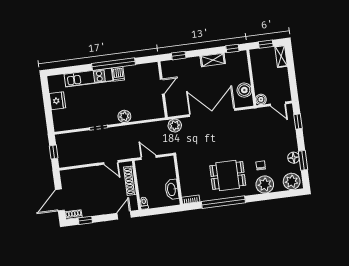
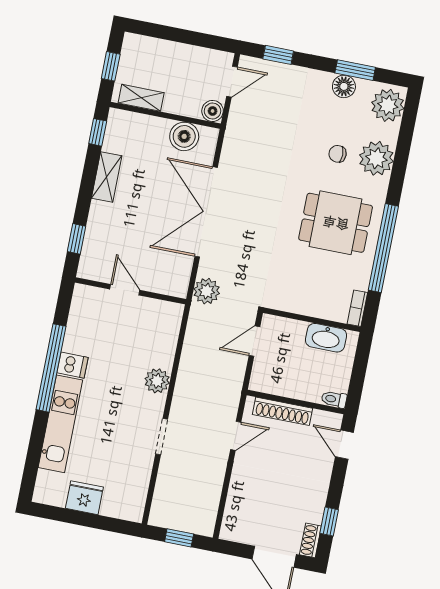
shelving: (281, 56) -> (141, 98), moved
door: (149, 157) -> (254, 341), moved
dining table: (228, 176) -> (336, 223), turned 90

